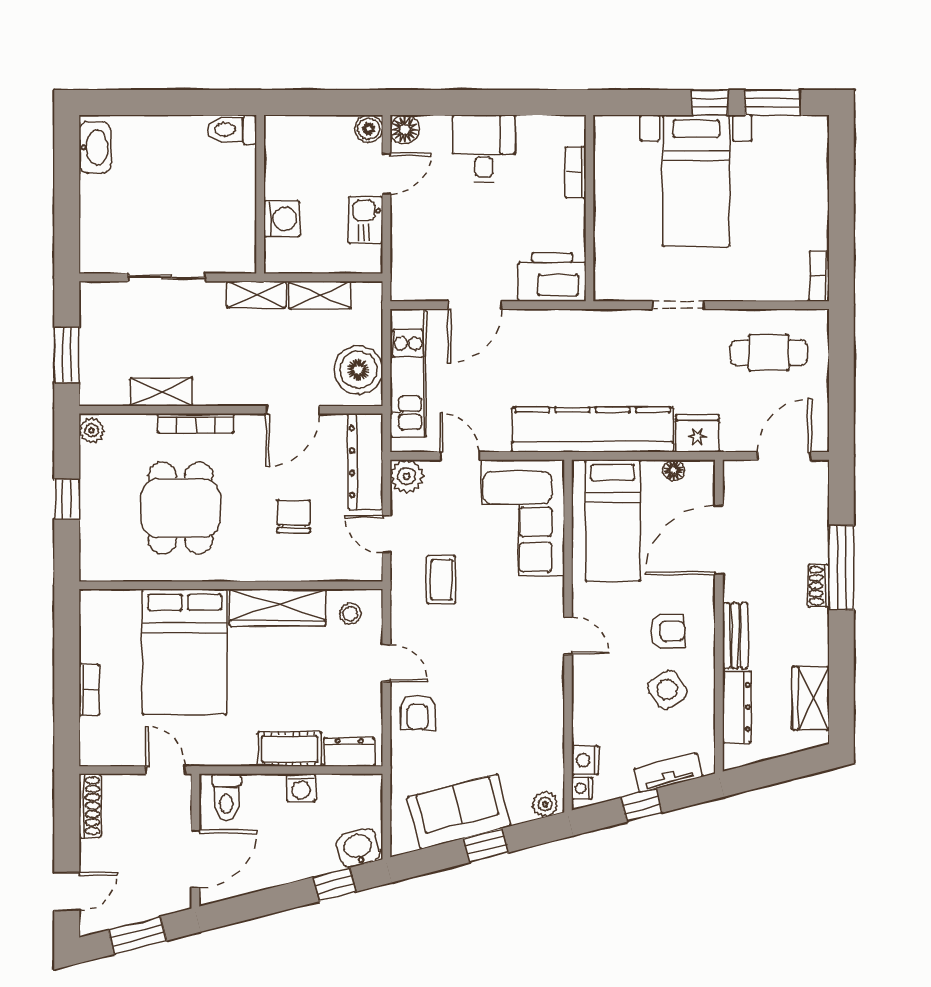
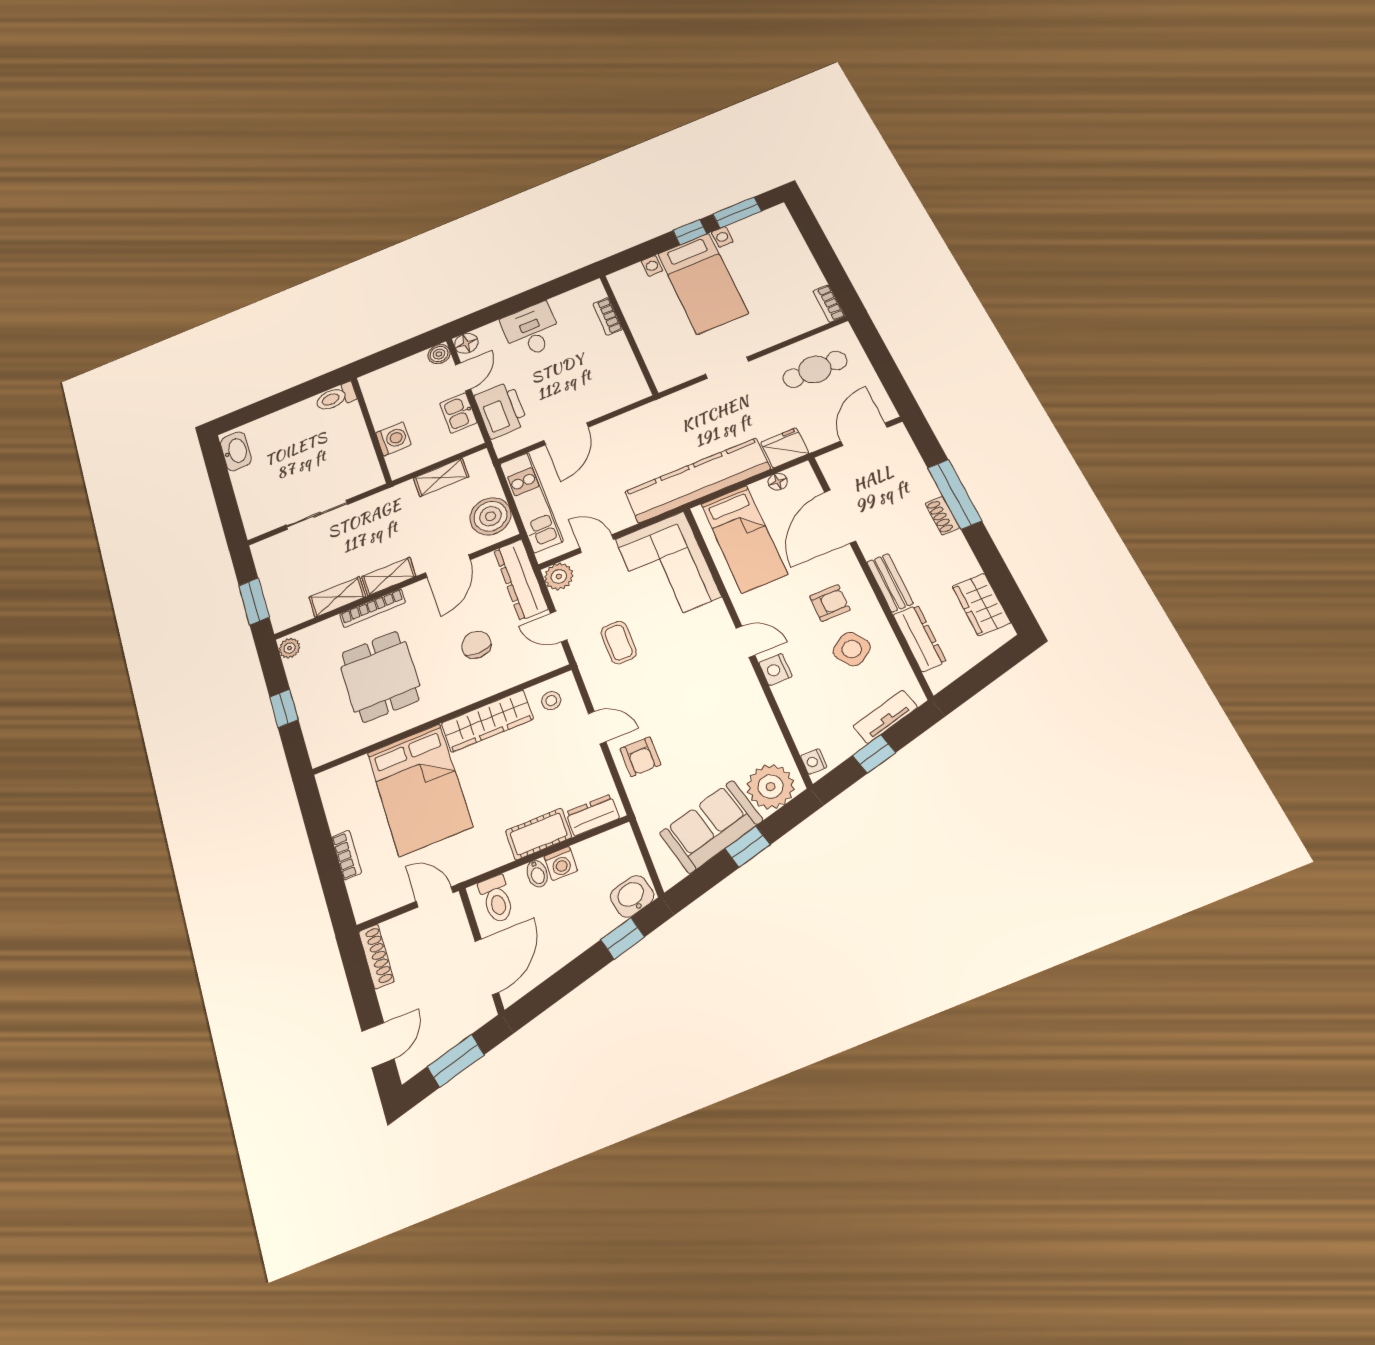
printer: (552, 277) -> (501, 410), moved, turned 90
shelving: (257, 294) -> (389, 576), moved
nightstand: (585, 760) -> (775, 670), moved
bidet: (275, 788) -> (537, 874), added
plant: (545, 804) -> (771, 787), width x1.88, depth x1.88

